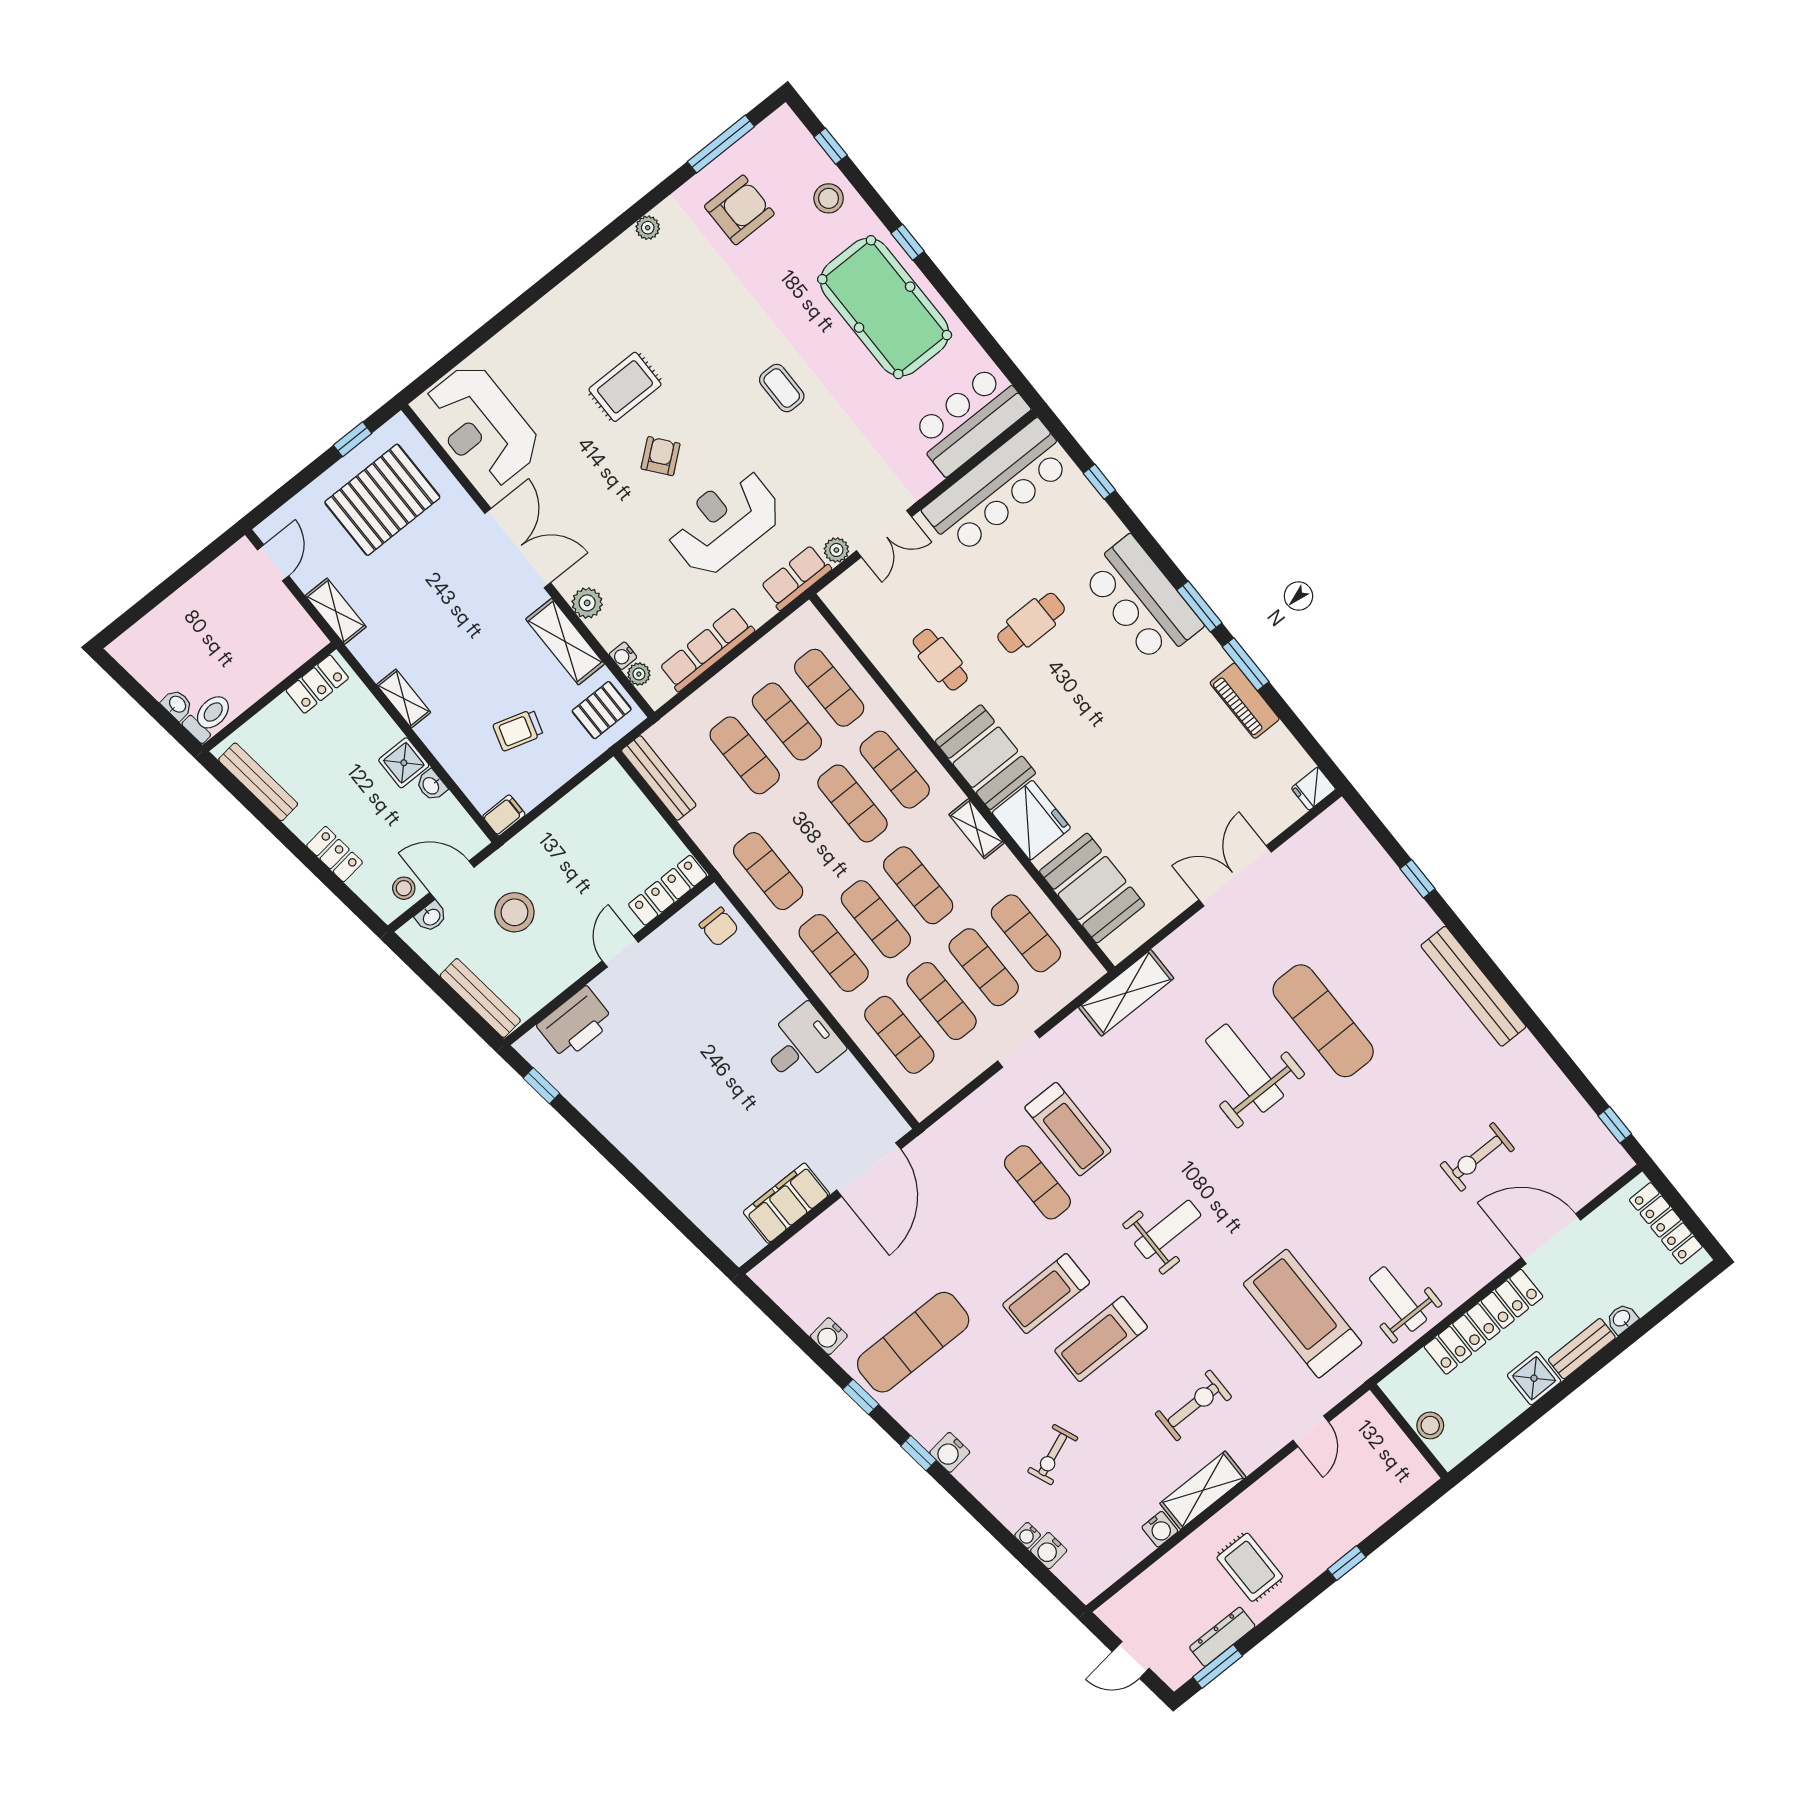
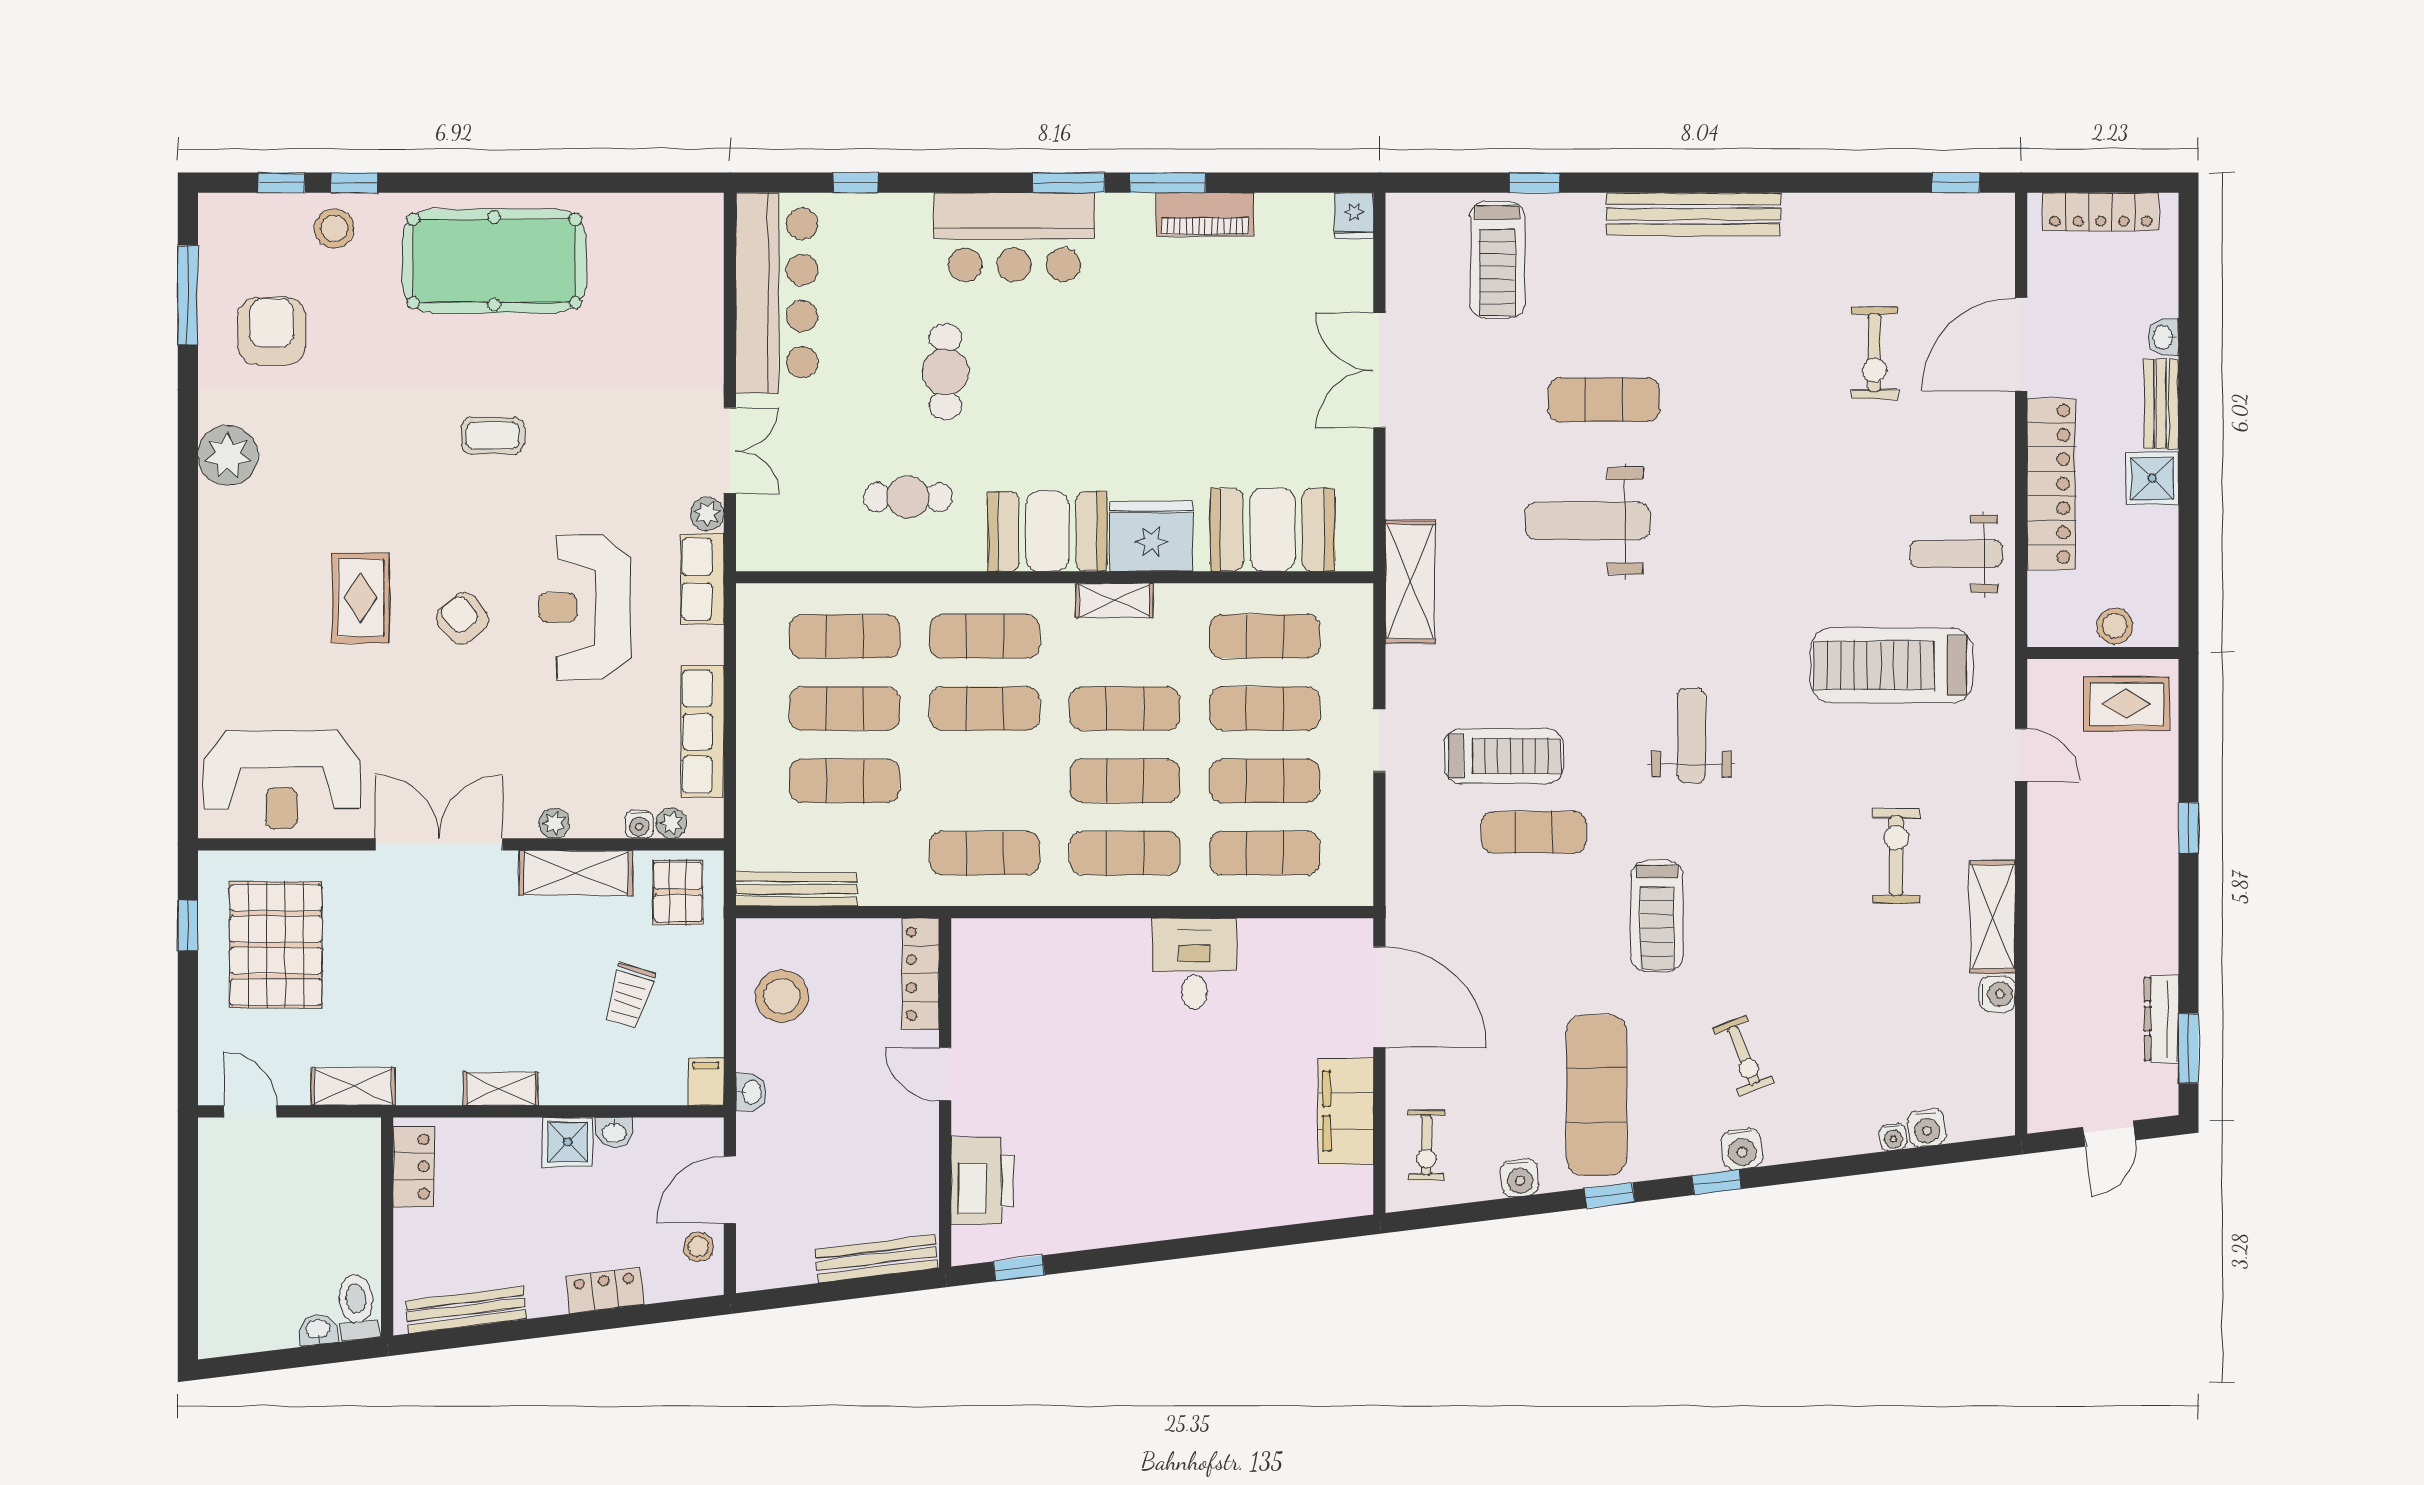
plant: (648, 228) -> (228, 455), width x1.87, depth x1.87
window: (908, 242) -> (354, 183), moved
bar counter: (970, 420) -> (683, 266), removed
plant: (587, 603) -> (554, 823), width x0.73, depth x0.73
stool: (514, 912) -> (782, 996), moved
washbasin: (431, 917) -> (751, 1092), moved
chair: (719, 927) -> (1002, 951), removed
exercise mat: (1323, 1021) -> (1604, 400), width x0.73, depth x0.69
exercise bike: (804, 1266) -> (1426, 1145), added
treadmill: (1101, 1339) -> (1497, 260), moved
exercise bike: (1053, 1455) -> (1743, 1056), moved
rug: (1250, 1567) -> (2127, 704), moved

